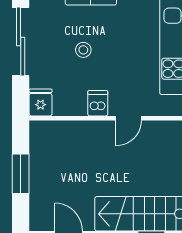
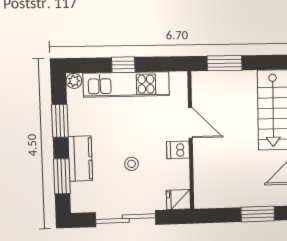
door: (129, 118) -> (190, 123), width x1.38
window: (21, 174) -> (258, 214), moved

